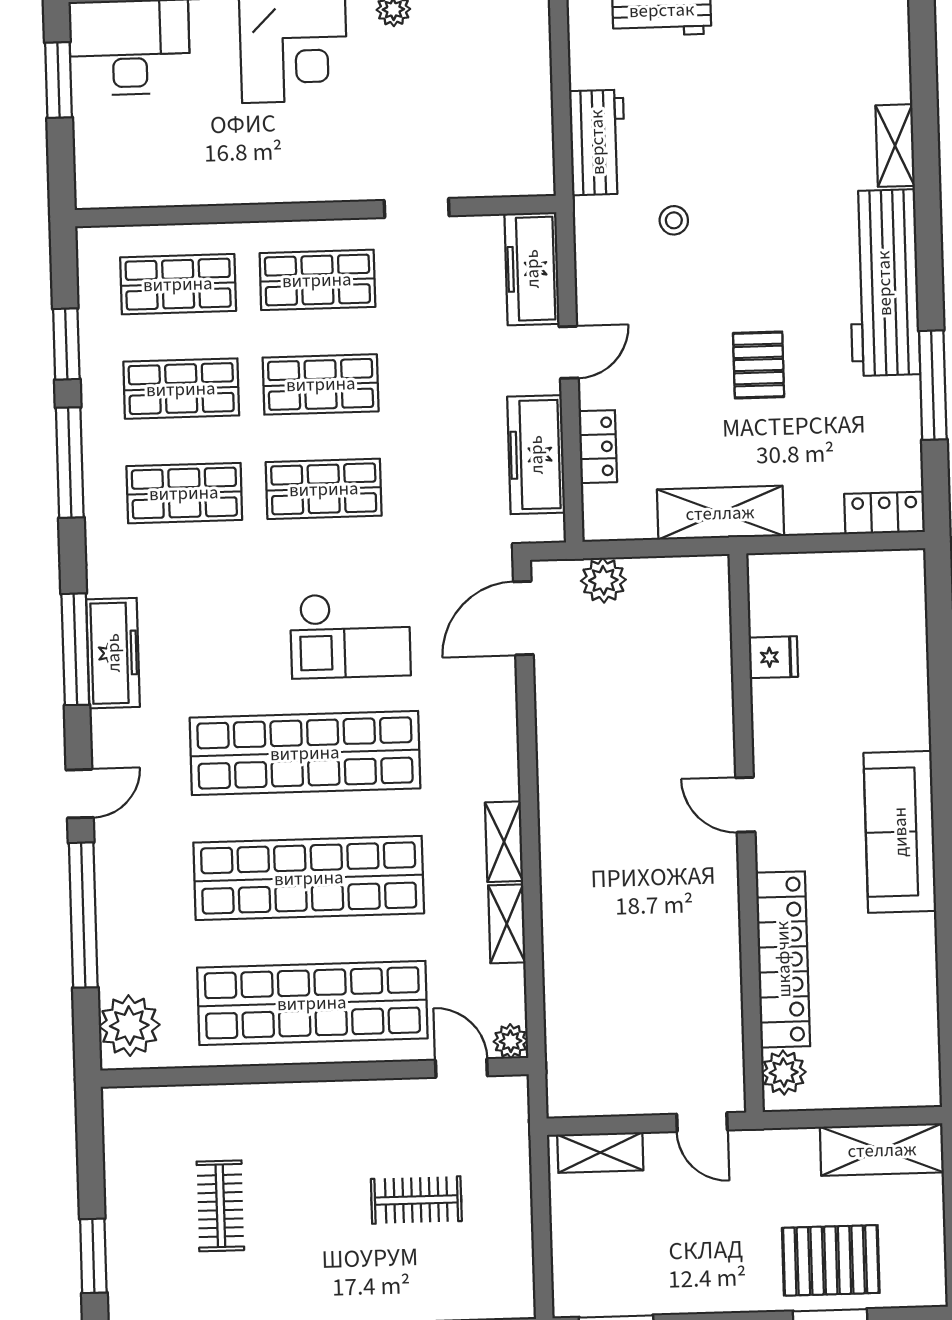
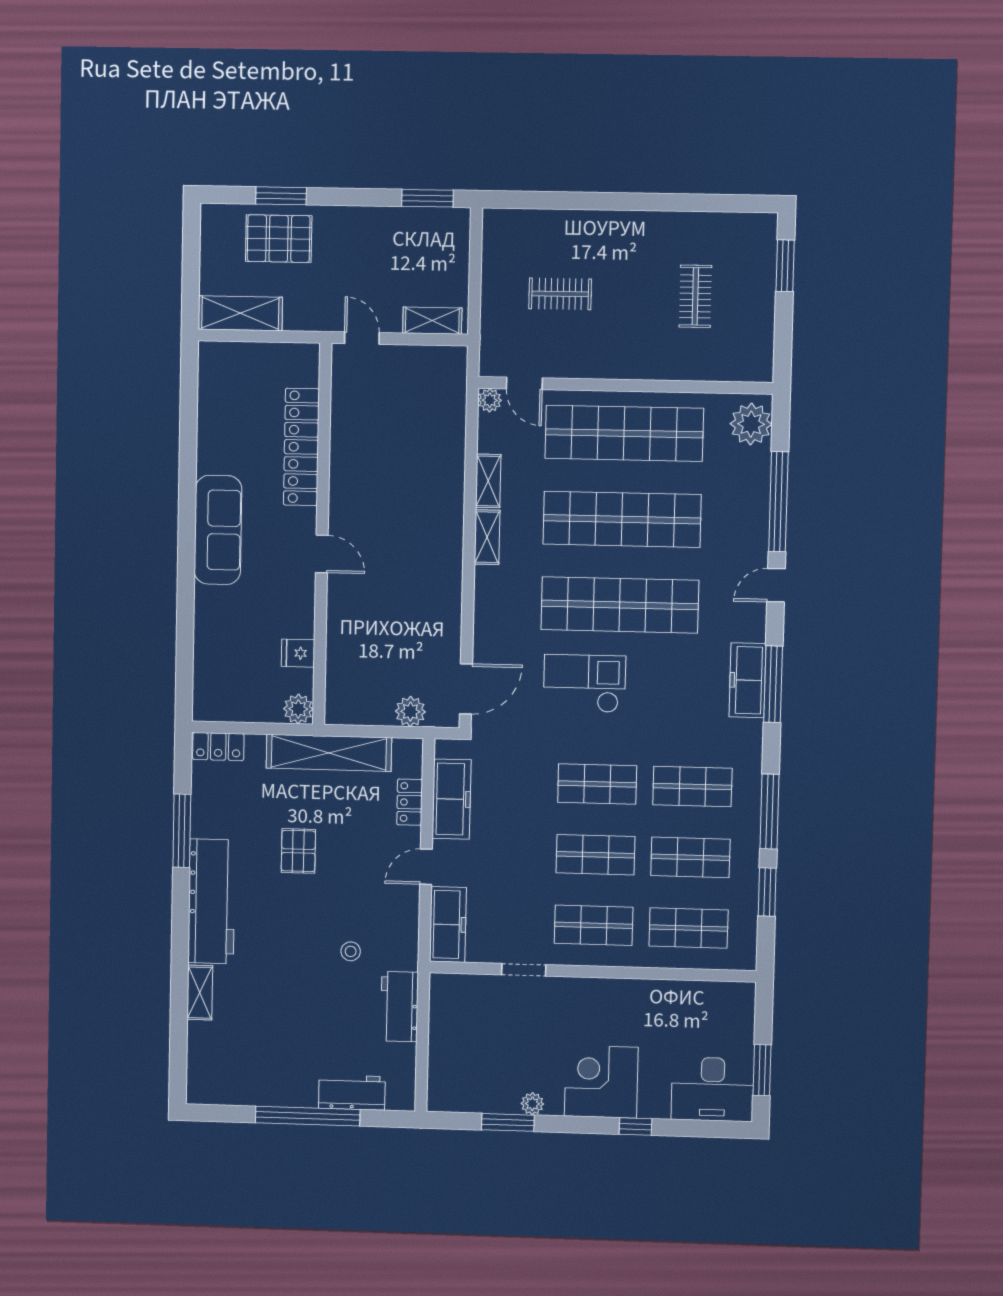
shelving: (720, 513) -> (329, 753), width x1.47
plant: (784, 1072) -> (298, 709), moved

